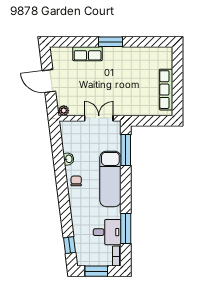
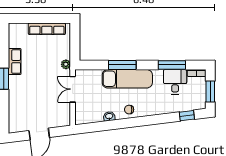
row of seats: (88, 54) -> (15, 62), moved
plant: (64, 111) -> (66, 64), moved
window: (126, 150) -> (122, 65), moved

